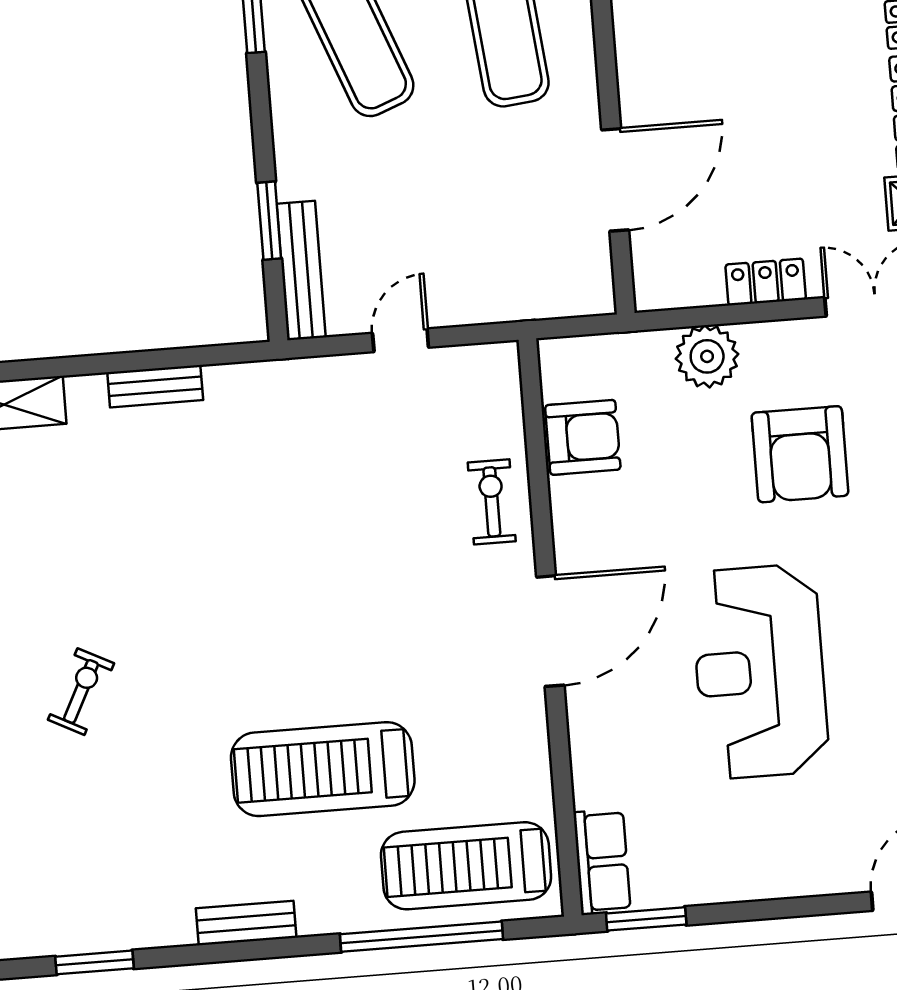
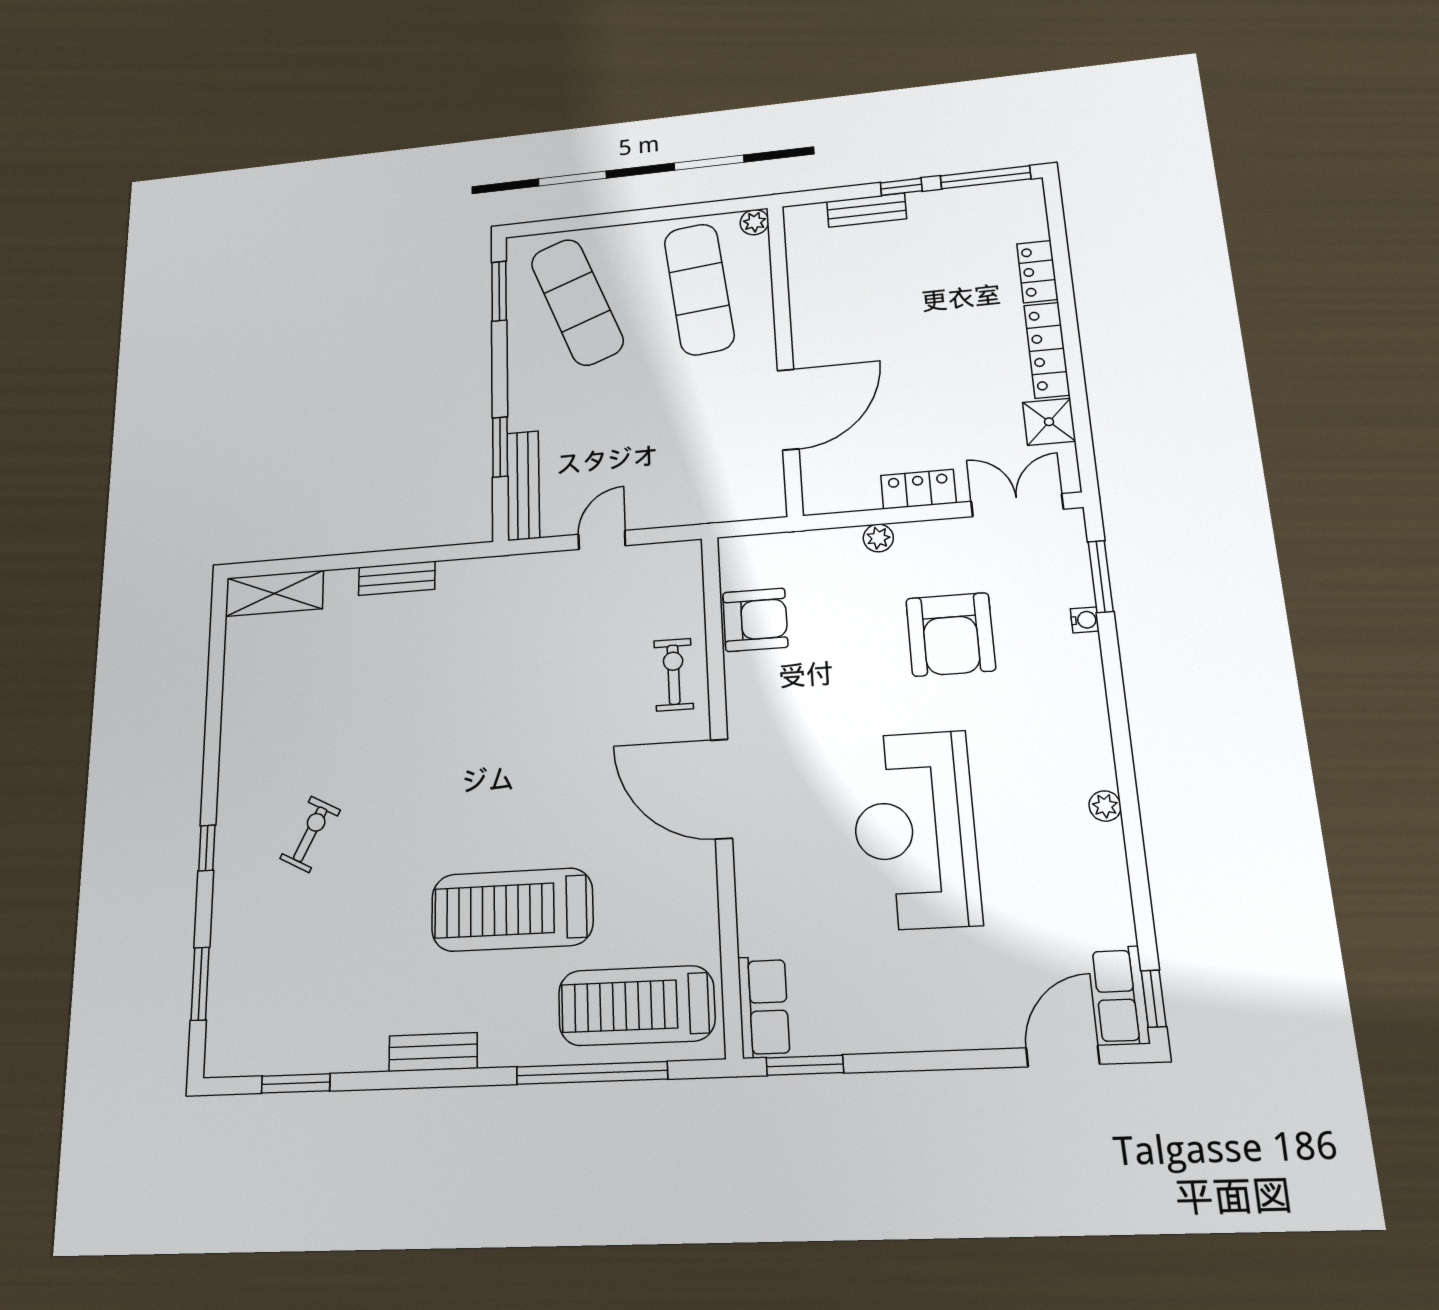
plant: (707, 356) -> (878, 538), width x0.53, depth x0.53
door: (550, 631) -> (722, 789), swing flipped

